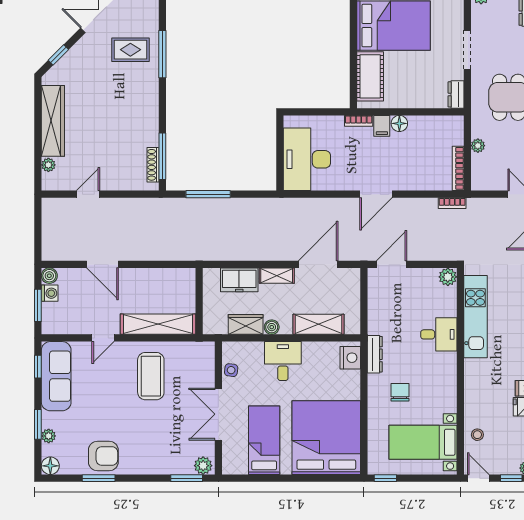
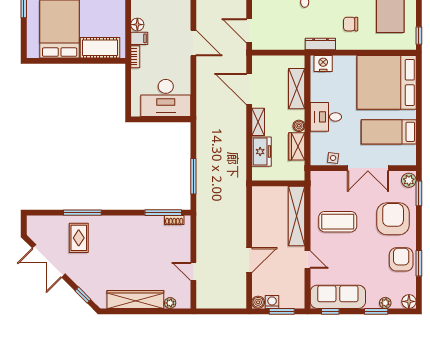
shoe rack: (153, 165) -> (174, 220), width x0.70
armchair: (155, 446) -> (393, 219), added

